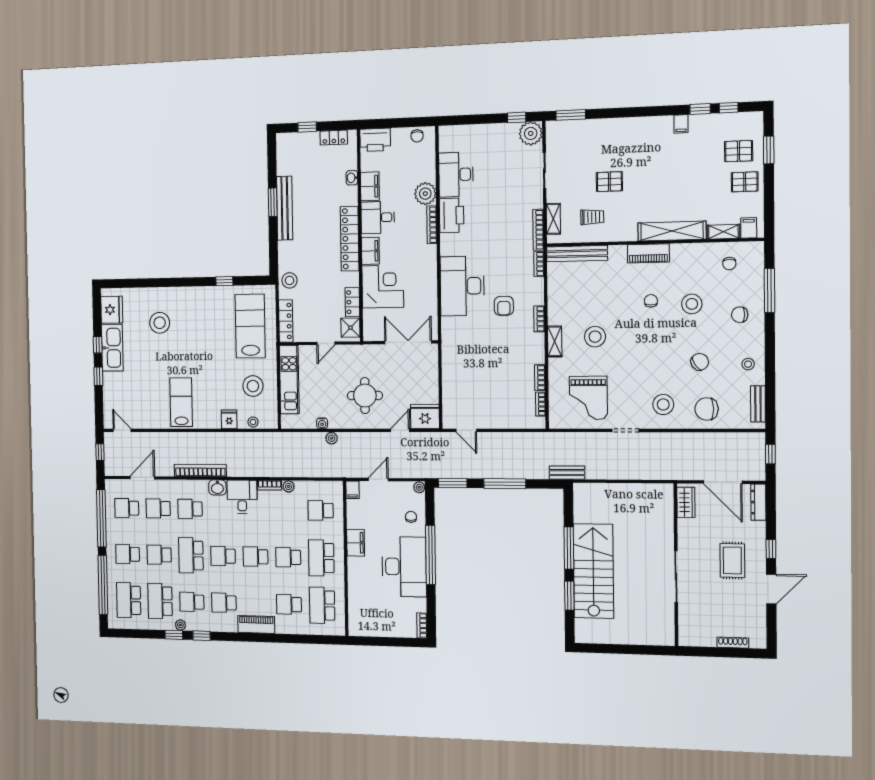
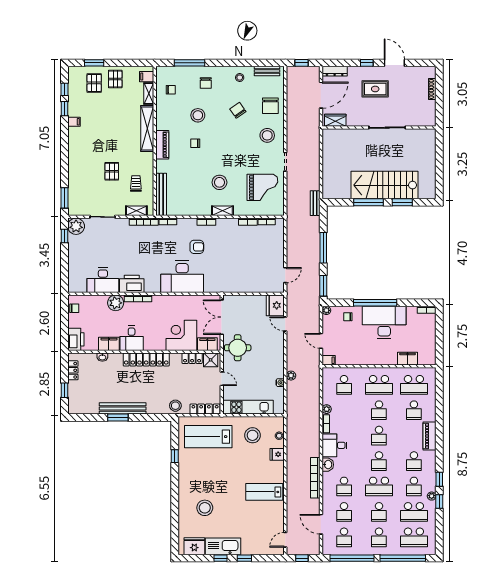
filing cabinet: (370, 251) -> (207, 344), moved
round table: (365, 396) -> (238, 348), moved
filing cabinet: (356, 543) -> (408, 359), moved

